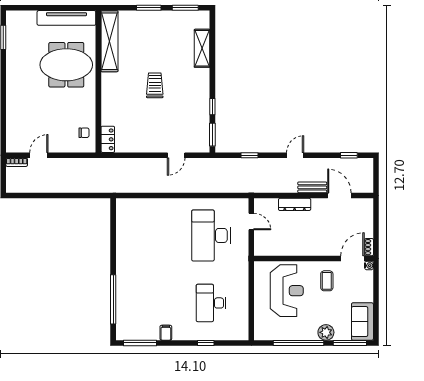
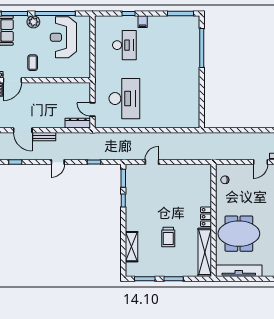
trolley: (155, 85) -> (168, 237), moved
locker: (108, 139) -> (206, 217), moved
dresser: (295, 204) -> (78, 123), moved
reception desk: (287, 291) -> (63, 37), moved
filing cabinet: (166, 333) -> (143, 22), moved

